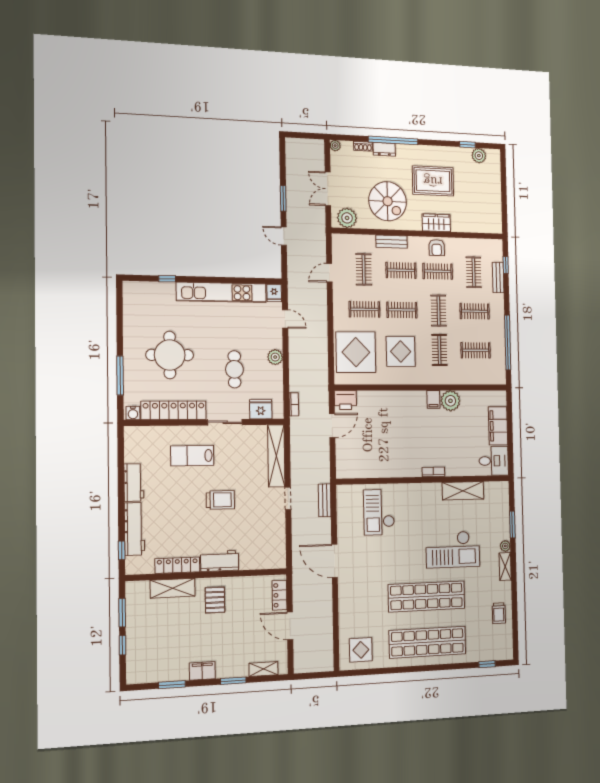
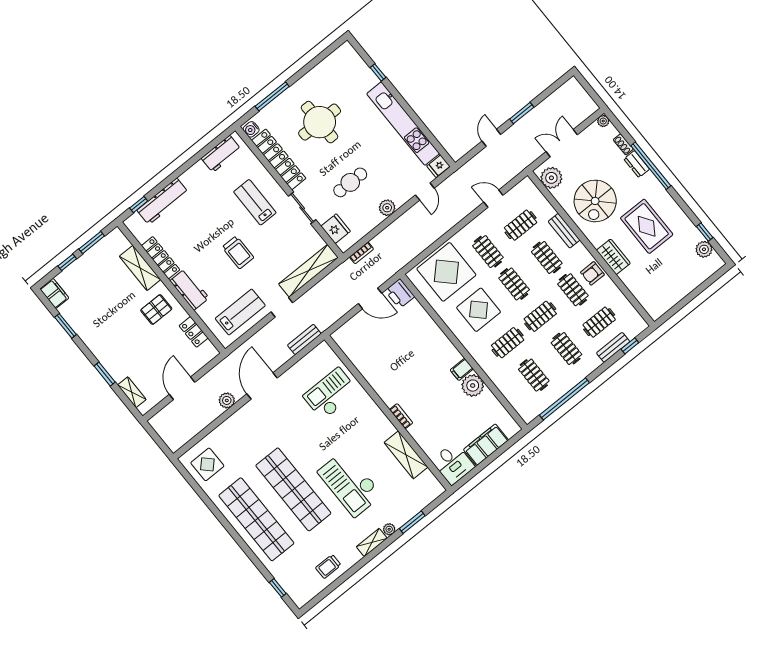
workbench: (134, 483) -> (221, 154), moved
lab bench: (267, 534) -> (240, 312), added
locker: (279, 595) -> (194, 332), moved, turned -90
plant: (325, 597) -> (227, 400), added
filing cabinet: (202, 671) -> (54, 293), moved

